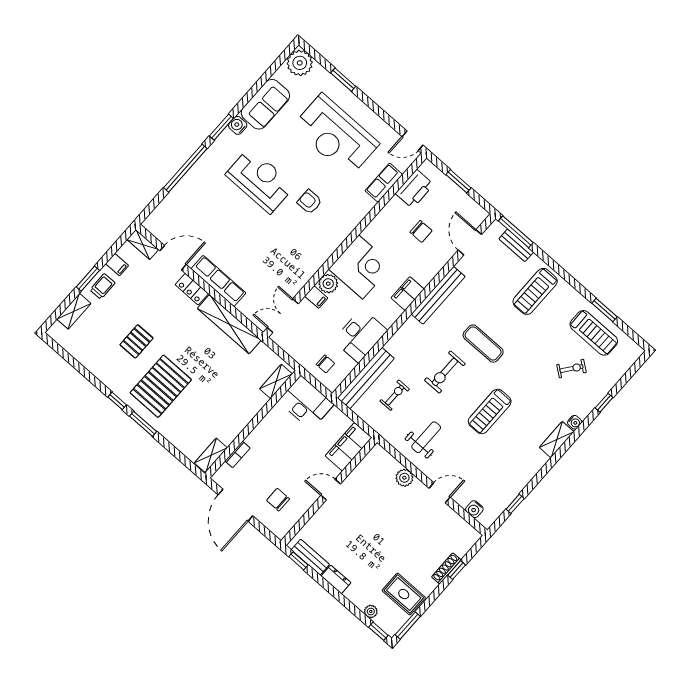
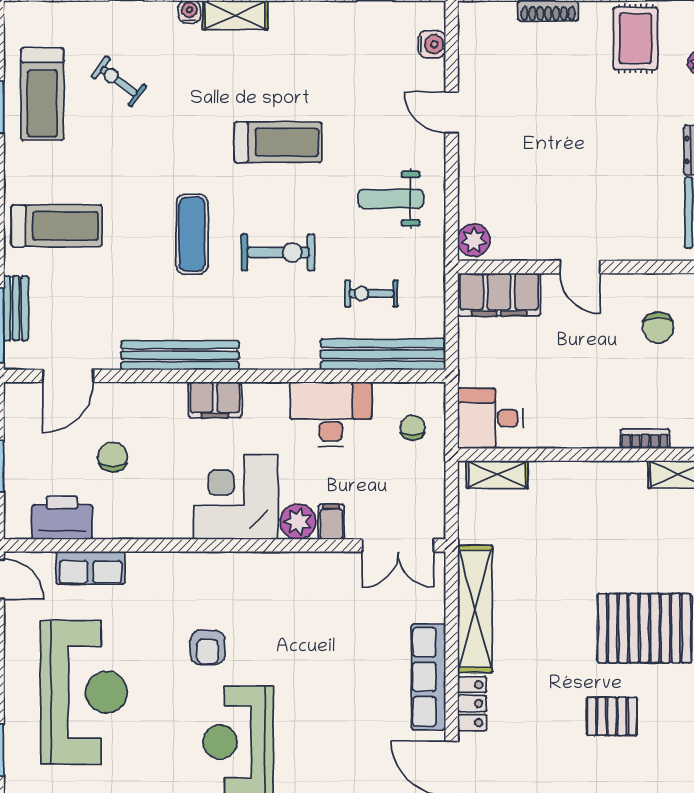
treadmill: (594, 333) -> (42, 94), turned 180
desk: (306, 403) -> (490, 418), width x0.73
plant: (404, 478) -> (474, 240), moved

